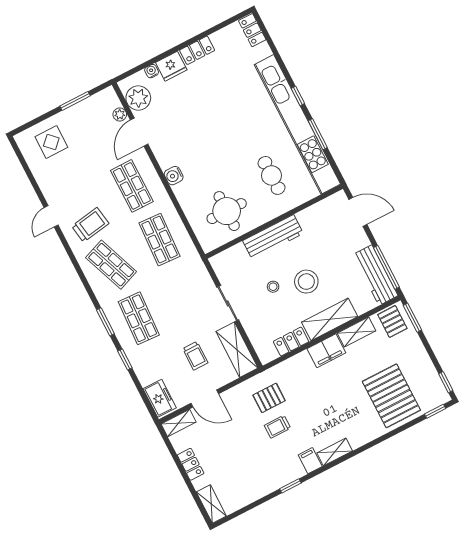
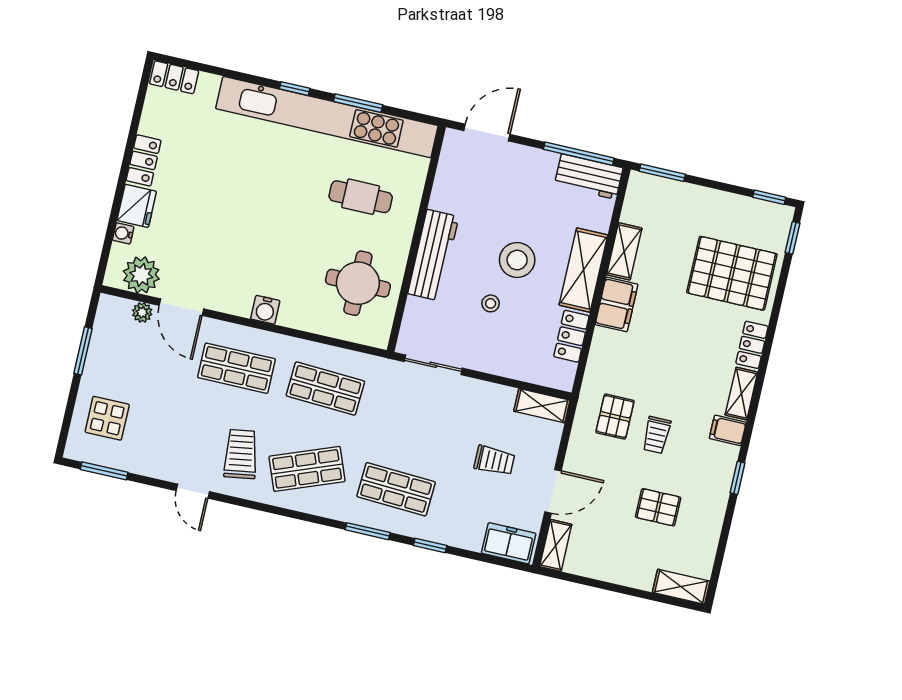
window: (23, 163) -> (104, 471), added
workbench: (375, 275) -> (589, 177), width x0.73
sliding door: (228, 304) -> (433, 365), moved
pallet: (392, 321) -> (658, 507), moved
shelving: (237, 350) -> (542, 406), width x0.67, depth x0.75
locker: (191, 464) -> (752, 345), moved, turned -90

